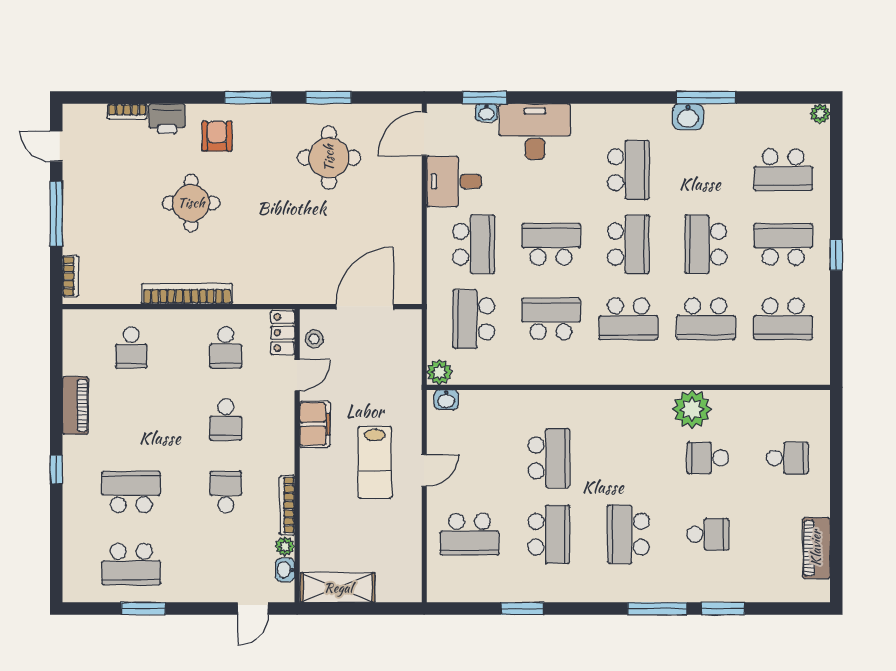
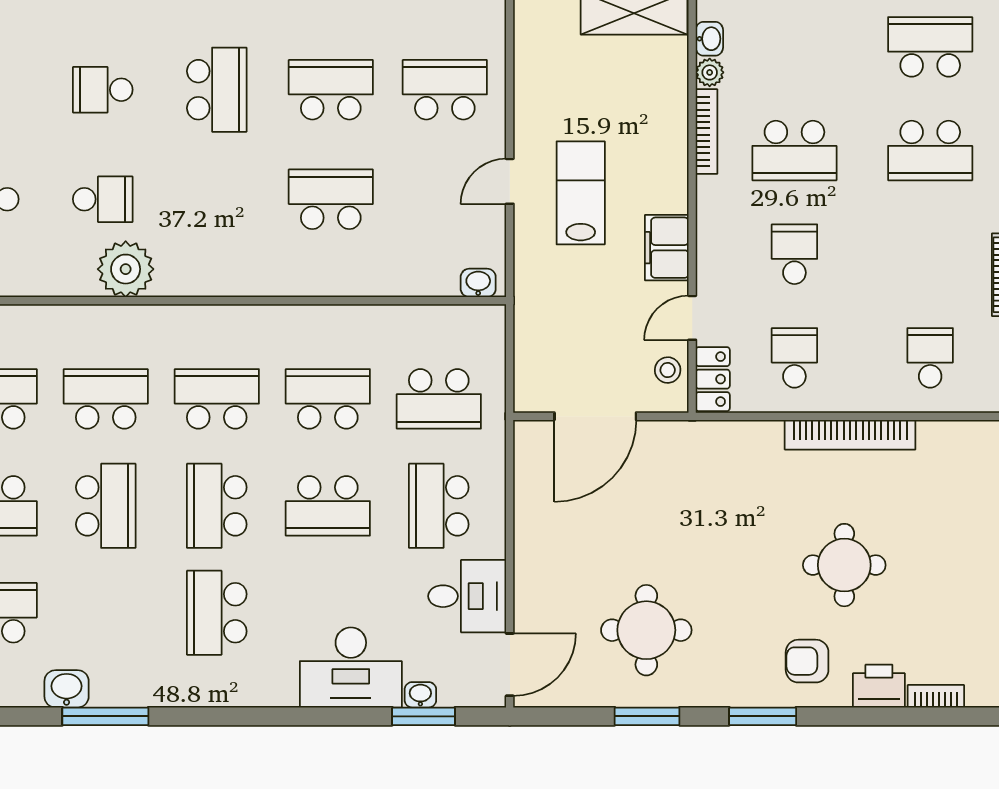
washbasin: (688, 117) -> (67, 689), moved
armchair: (217, 136) -> (807, 661), turned 90
school desk: (474, 319) -> (439, 399), turned 90
school desk: (551, 319) -> (328, 399), turned 180
plant: (439, 372) -> (488, 322), removed
school desk: (549, 458) -> (331, 199), turned 90
school desk: (226, 492) -> (794, 151), width x1.85
school desk: (549, 534) -> (331, 90), turned 90

